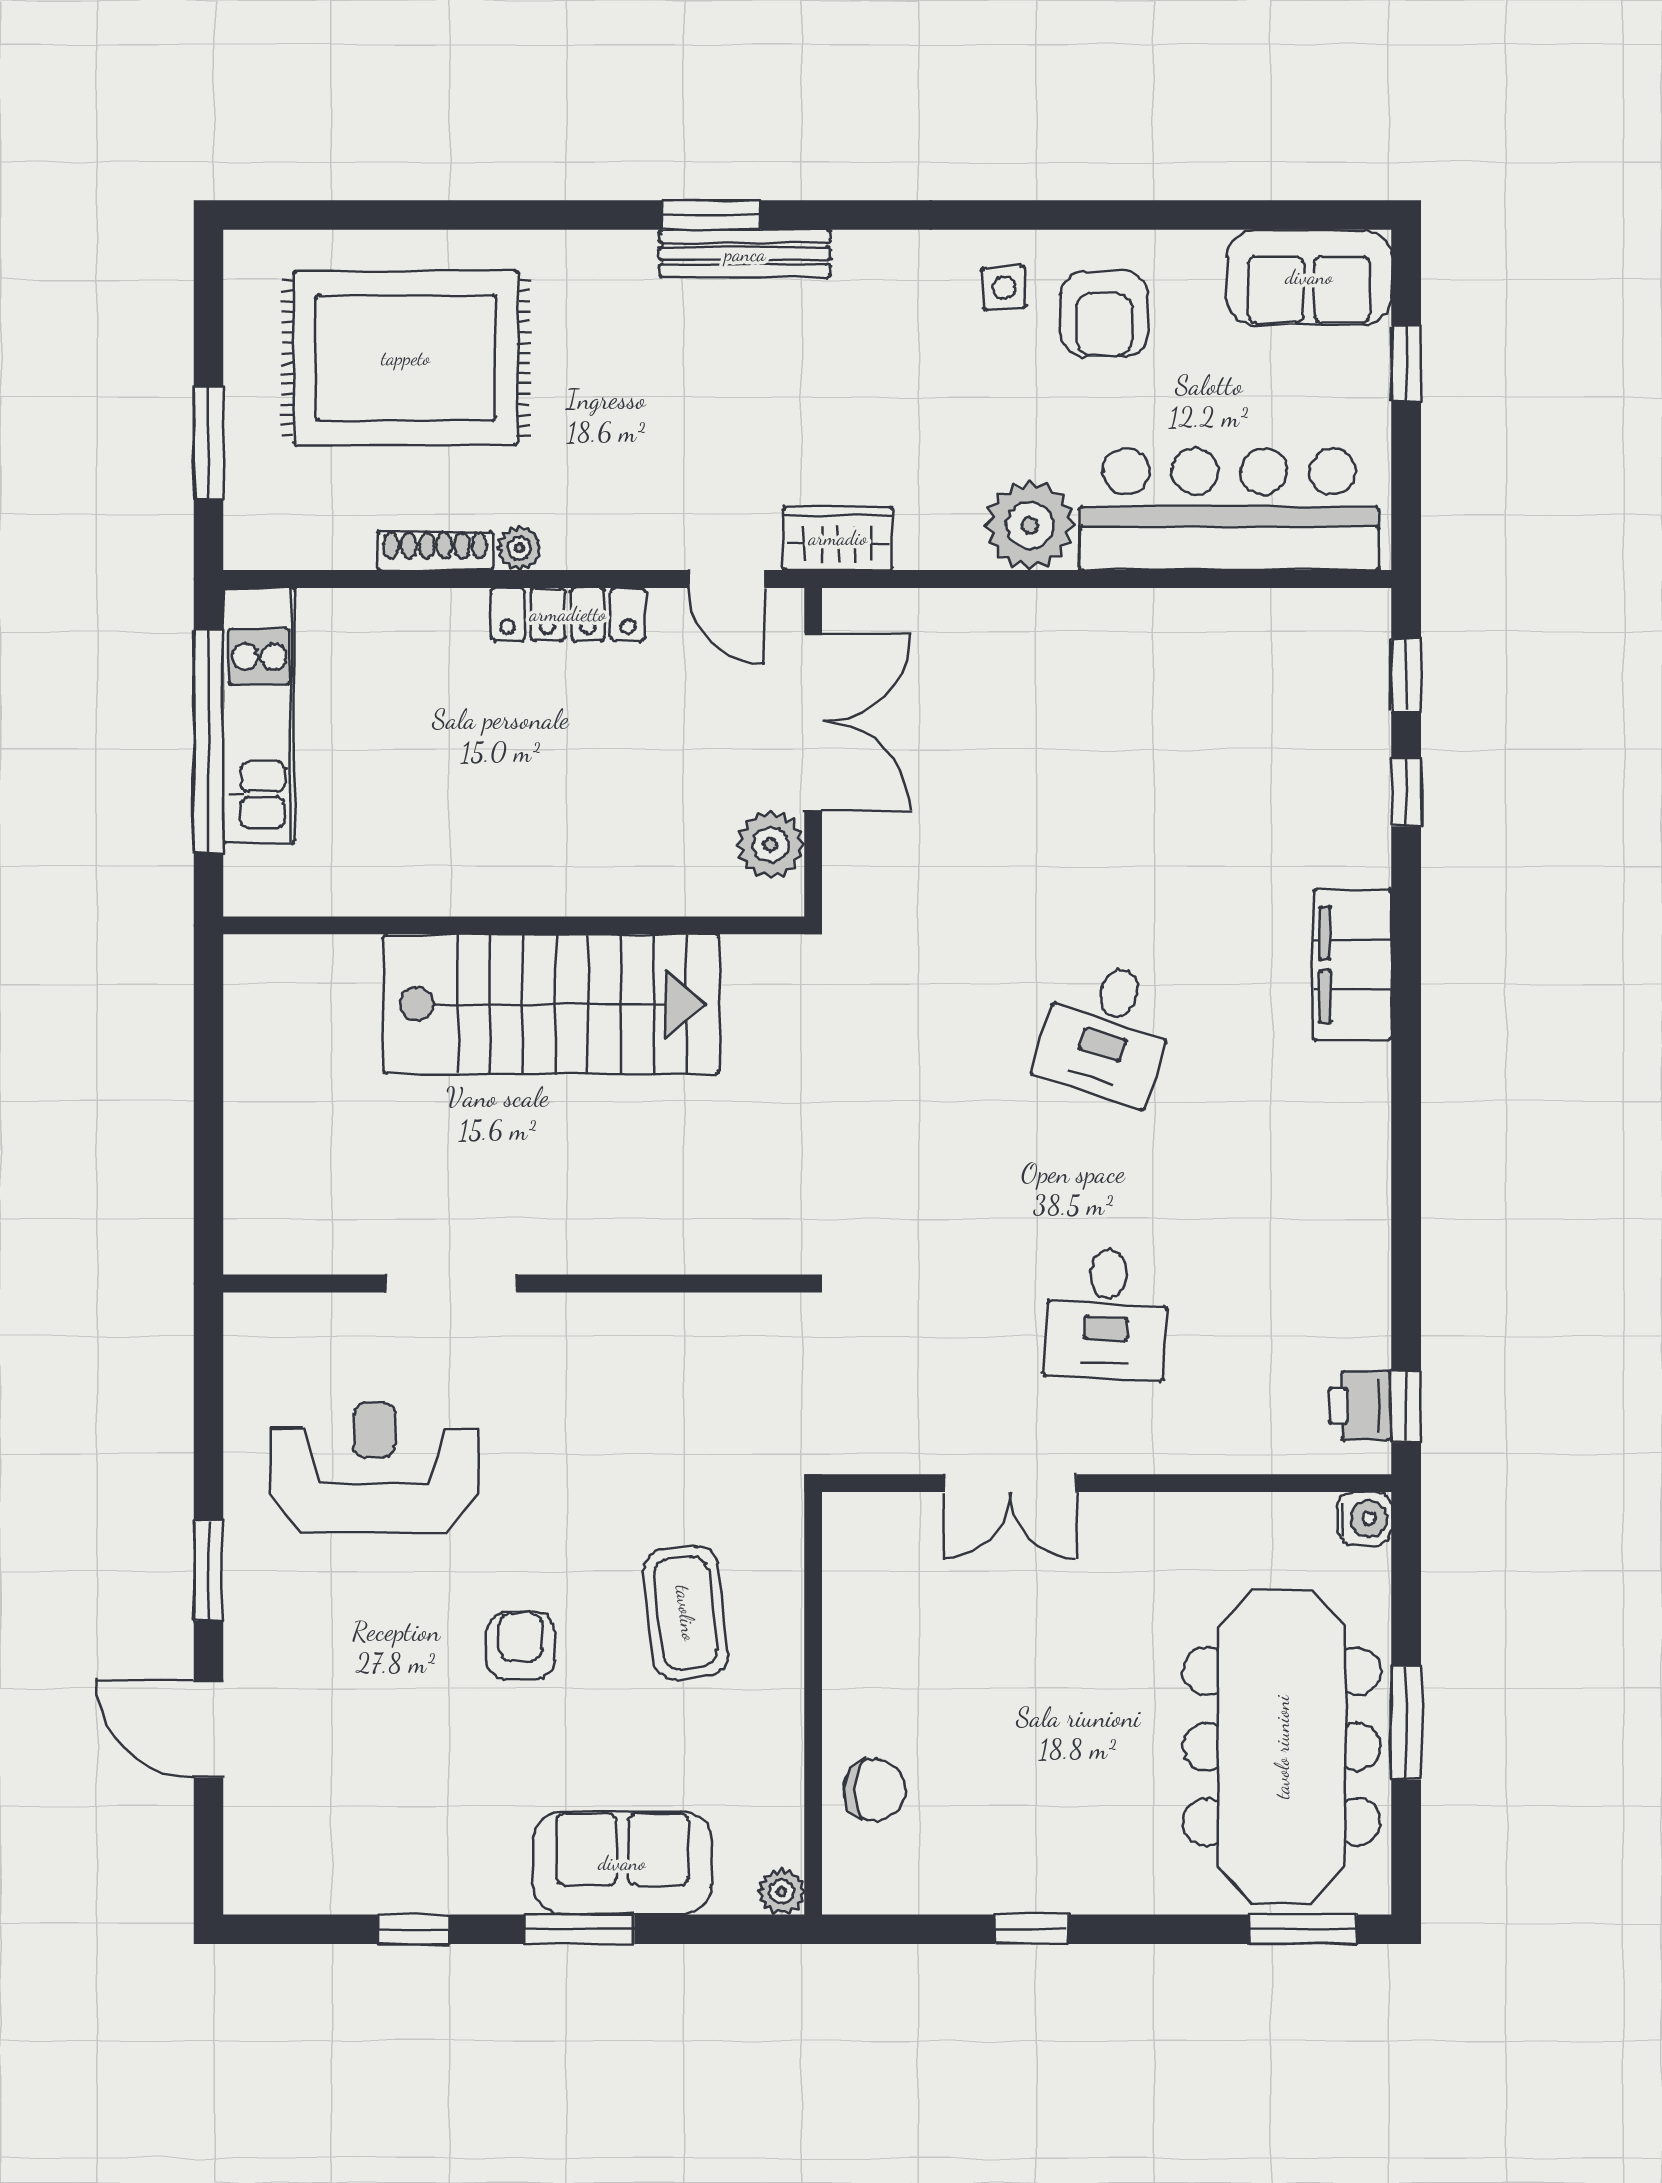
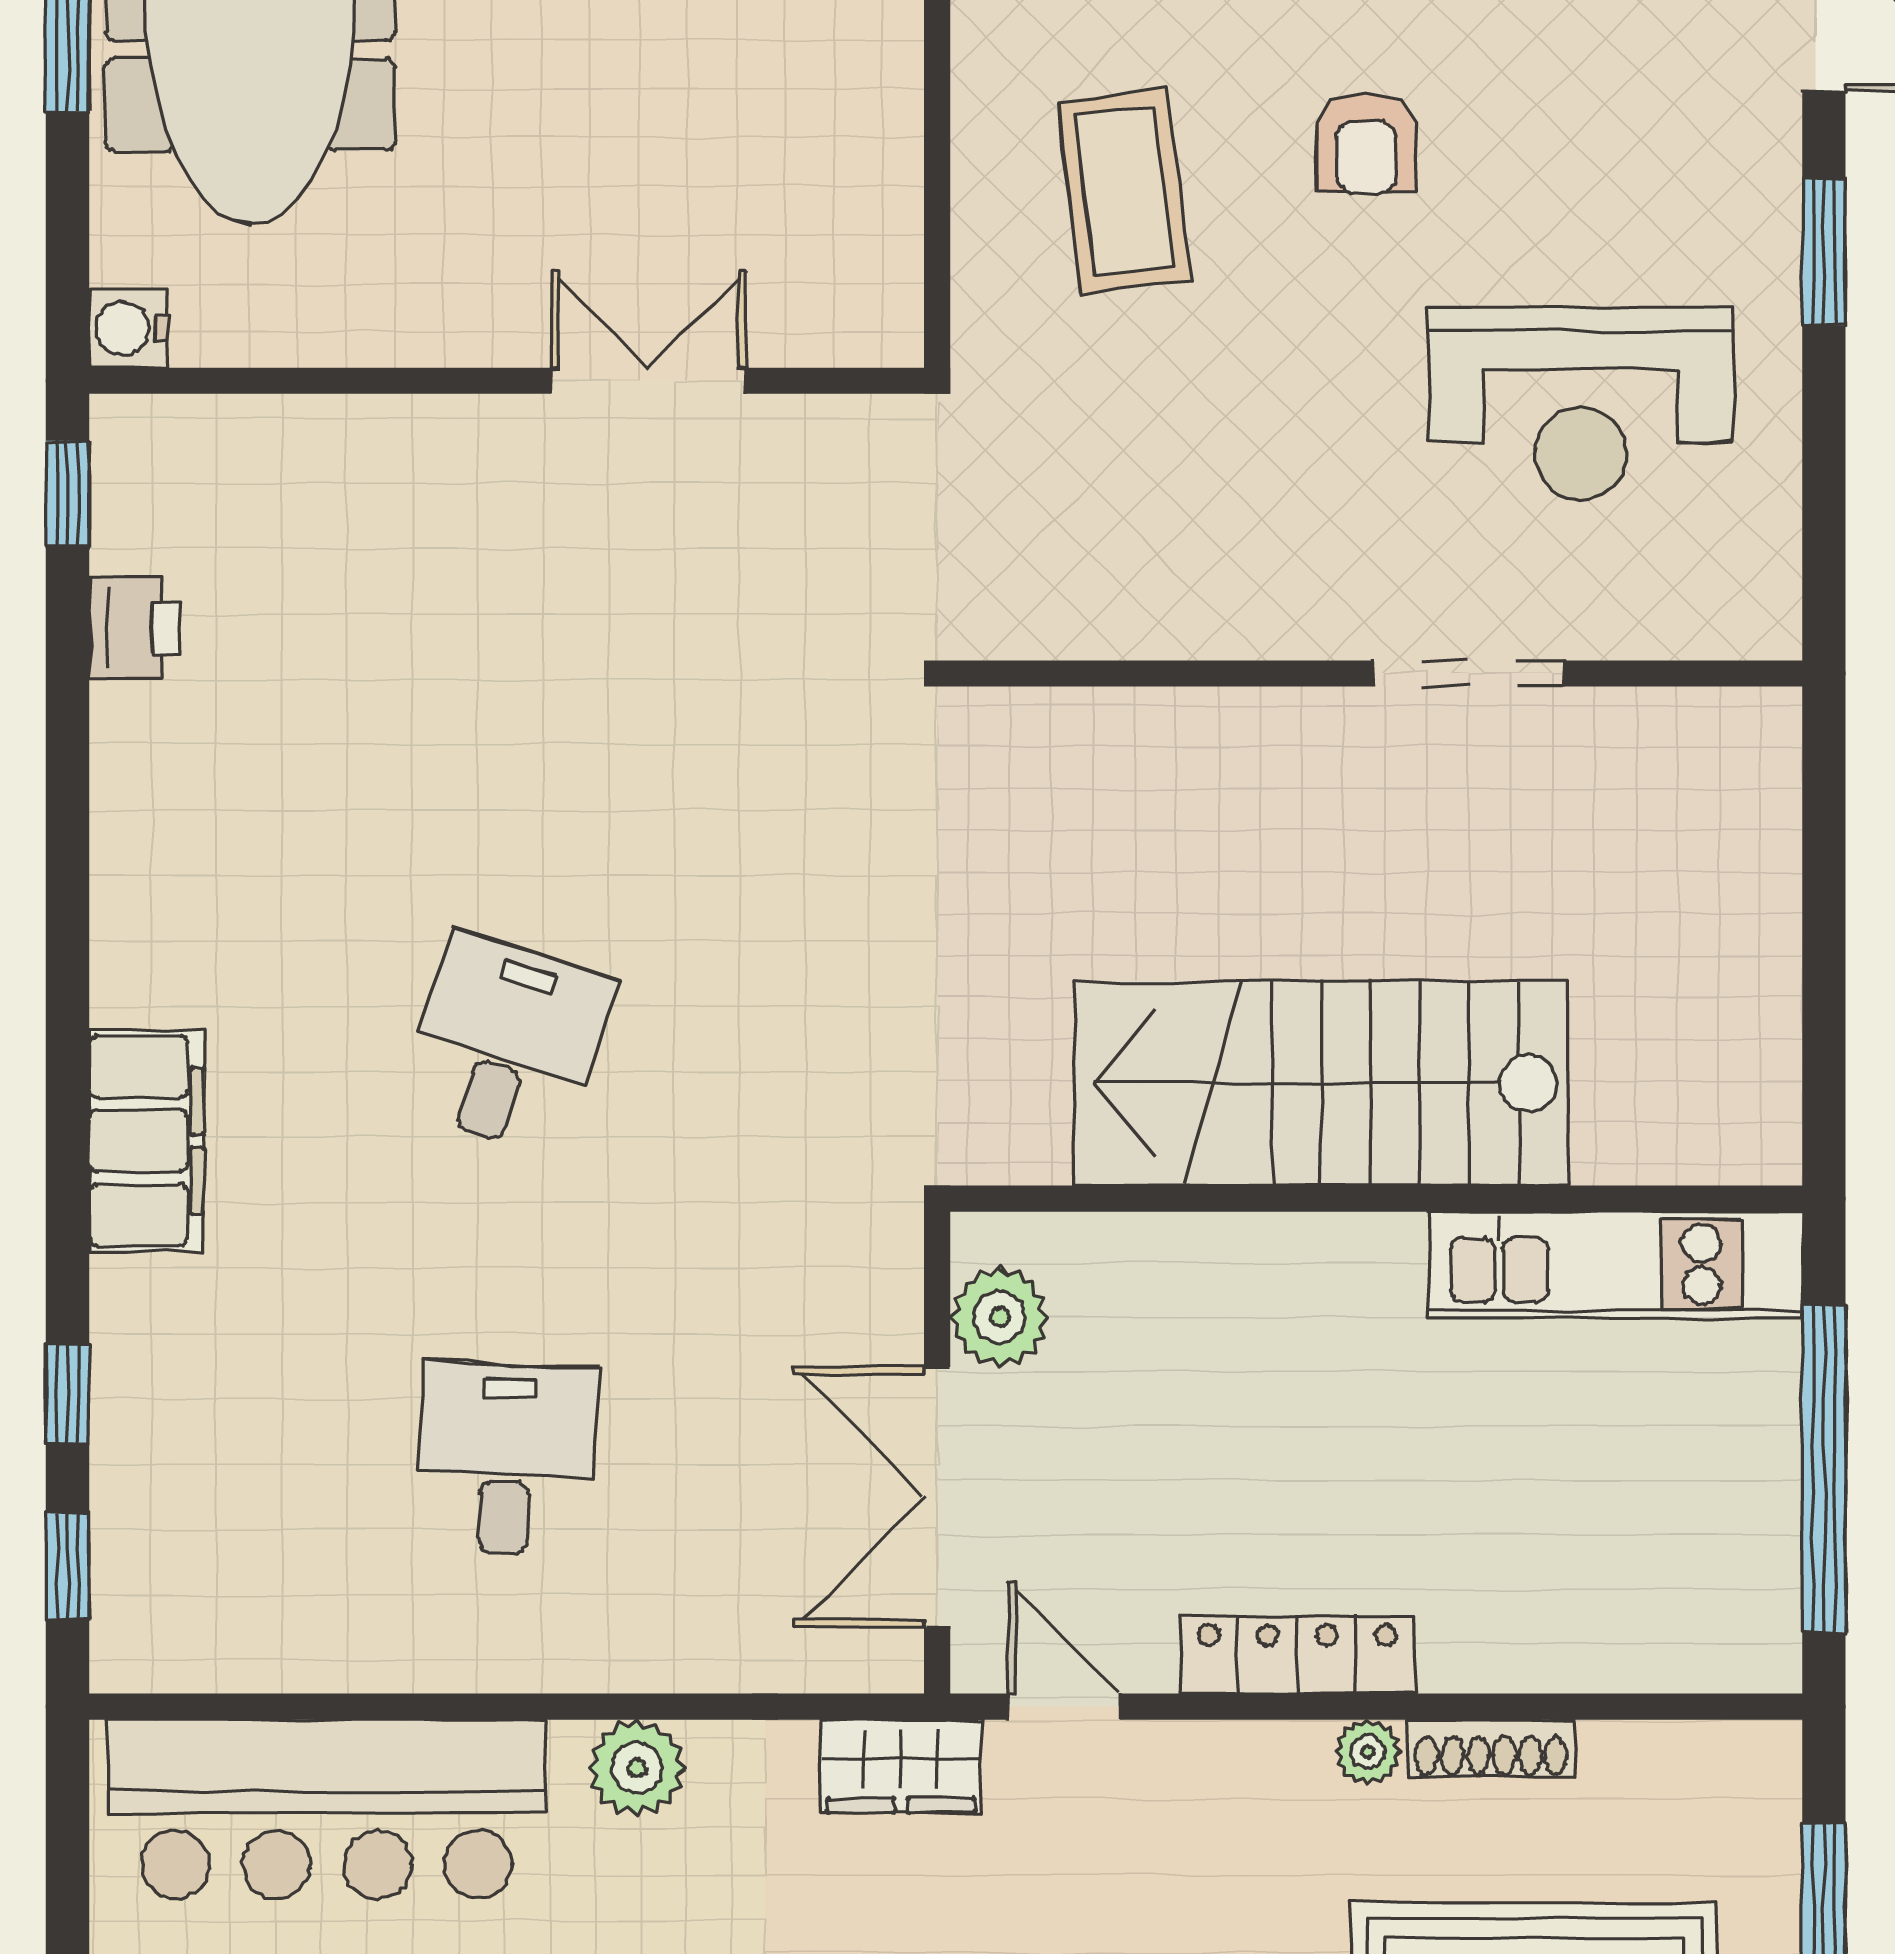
plant: (1030, 525) -> (637, 1768), width x0.73, depth x0.73
kitchen unit: (259, 715) -> (1615, 1264), moved, turned -90
desk: (1107, 1314) -> (507, 1459), moved
printer: (1360, 1406) -> (135, 628), moved

